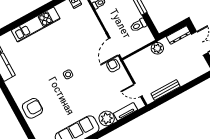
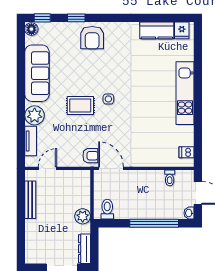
toilet: (138, 25) -> (107, 209), moved
rug: (83, 91) -> (80, 106), added
window: (25, 126) -> (76, 18), added

